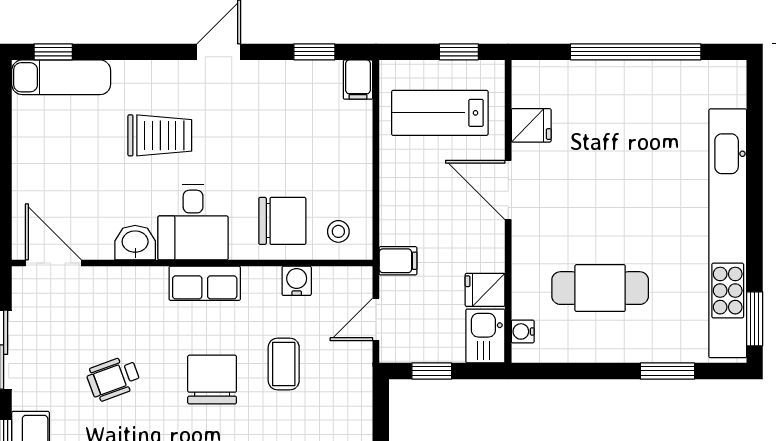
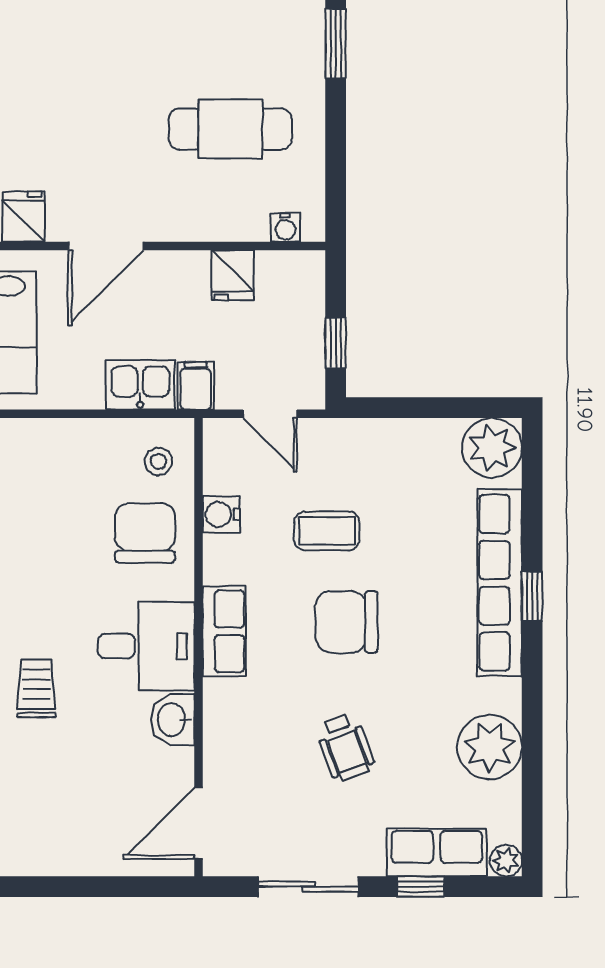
trolley: (160, 135) -> (36, 688), width x0.73, depth x0.72
cafe table: (600, 288) -> (230, 129), turned 90
kitchen sink: (485, 336) -> (140, 385), moved, turned 180

